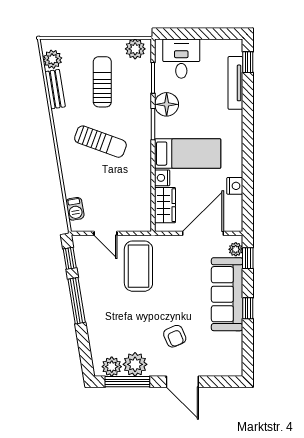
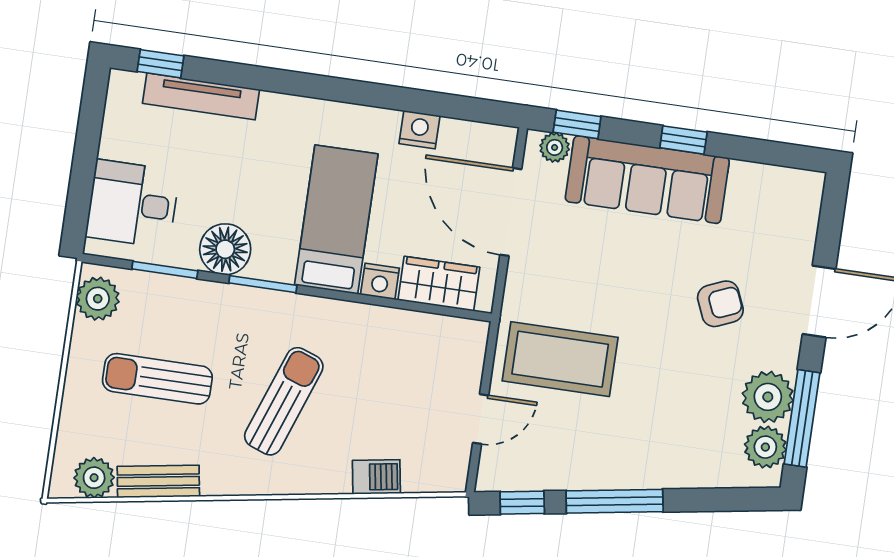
barbecue: (75, 209) -> (376, 477), moved

